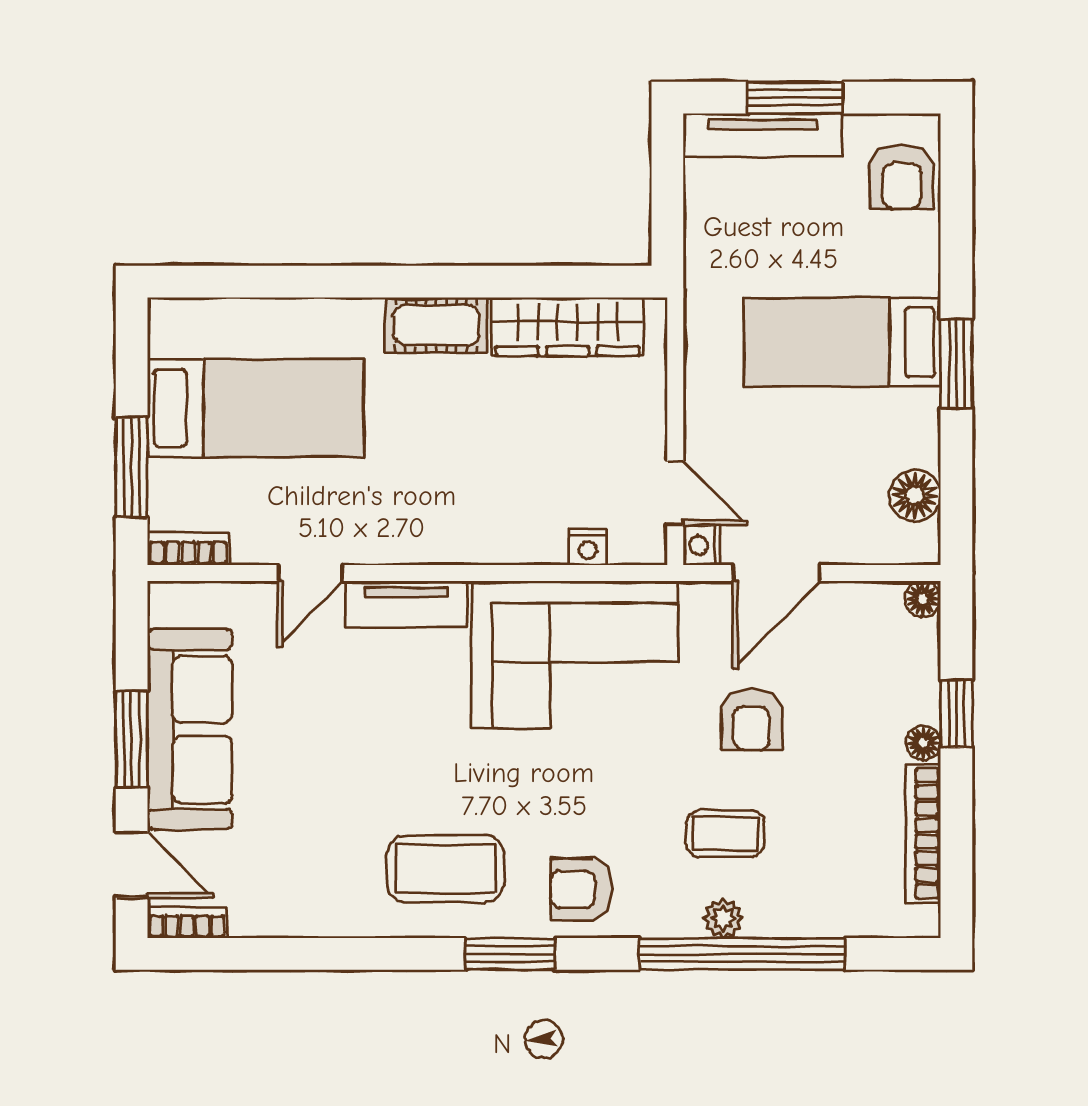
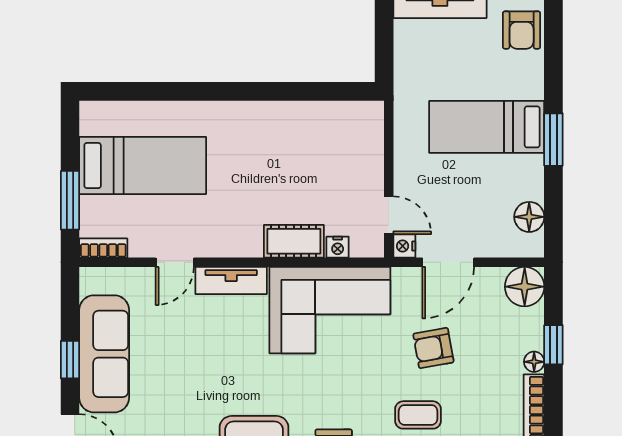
cot: (436, 325) -> (294, 241), moved
wardrobe: (568, 327) -> (326, 118), removed
floor lamp: (923, 599) -> (525, 287), width x1.89, depth x1.89
armchair: (752, 719) -> (433, 348), turned 80
window: (132, 739) -> (70, 360), width x0.67

